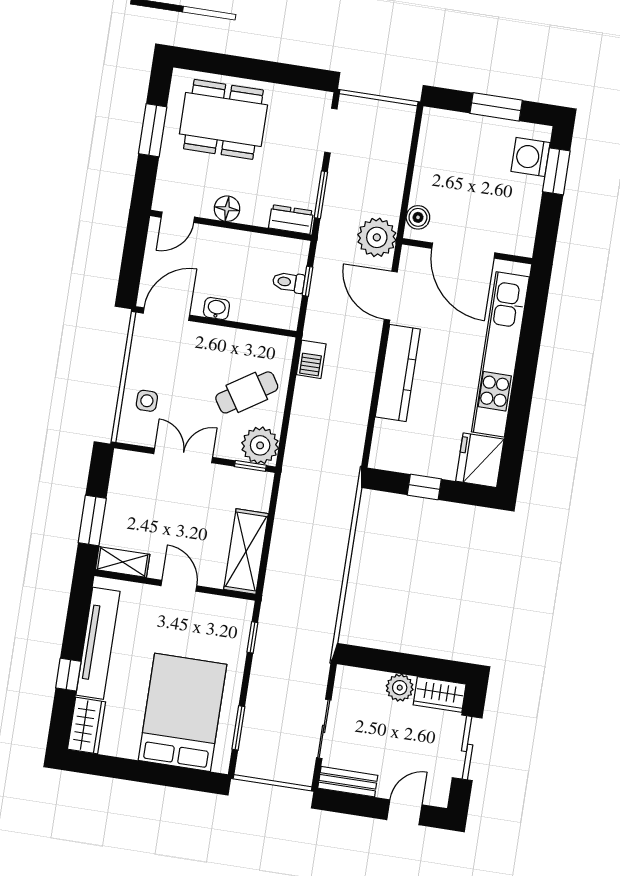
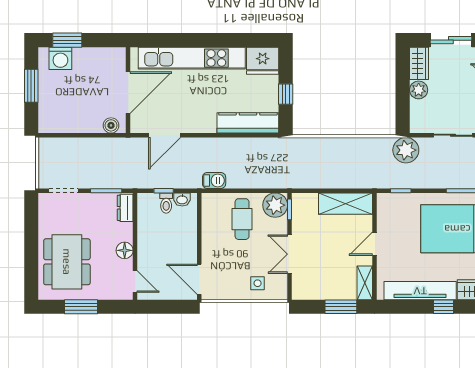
plant: (377, 237) -> (406, 150), moved
washbasin: (216, 309) -> (182, 199), moved, turned -90
kitchen counter: (398, 373) -> (248, 123), moved
cafe table: (247, 392) -> (242, 219), turned 33

